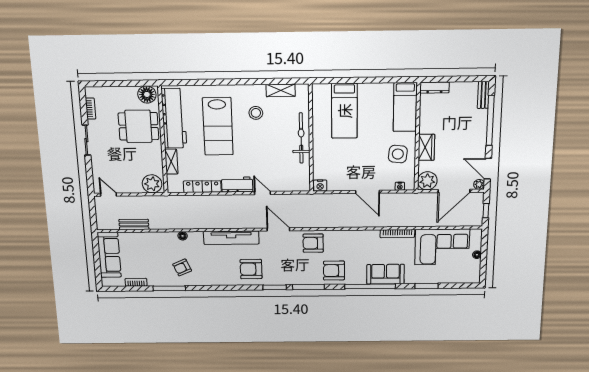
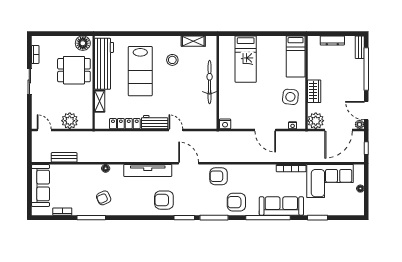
dresser: (434, 88) -> (332, 40), moved
plant: (152, 184) -> (70, 121), moved
sofa: (385, 274) -> (281, 206), width x1.36

